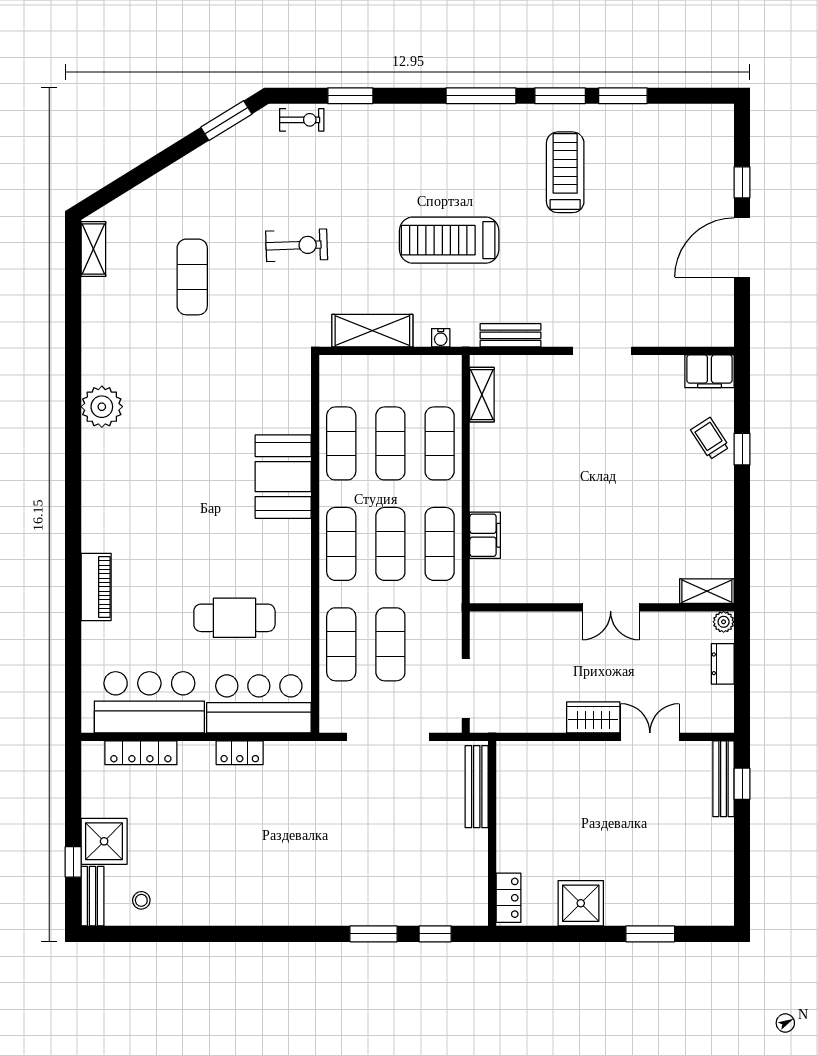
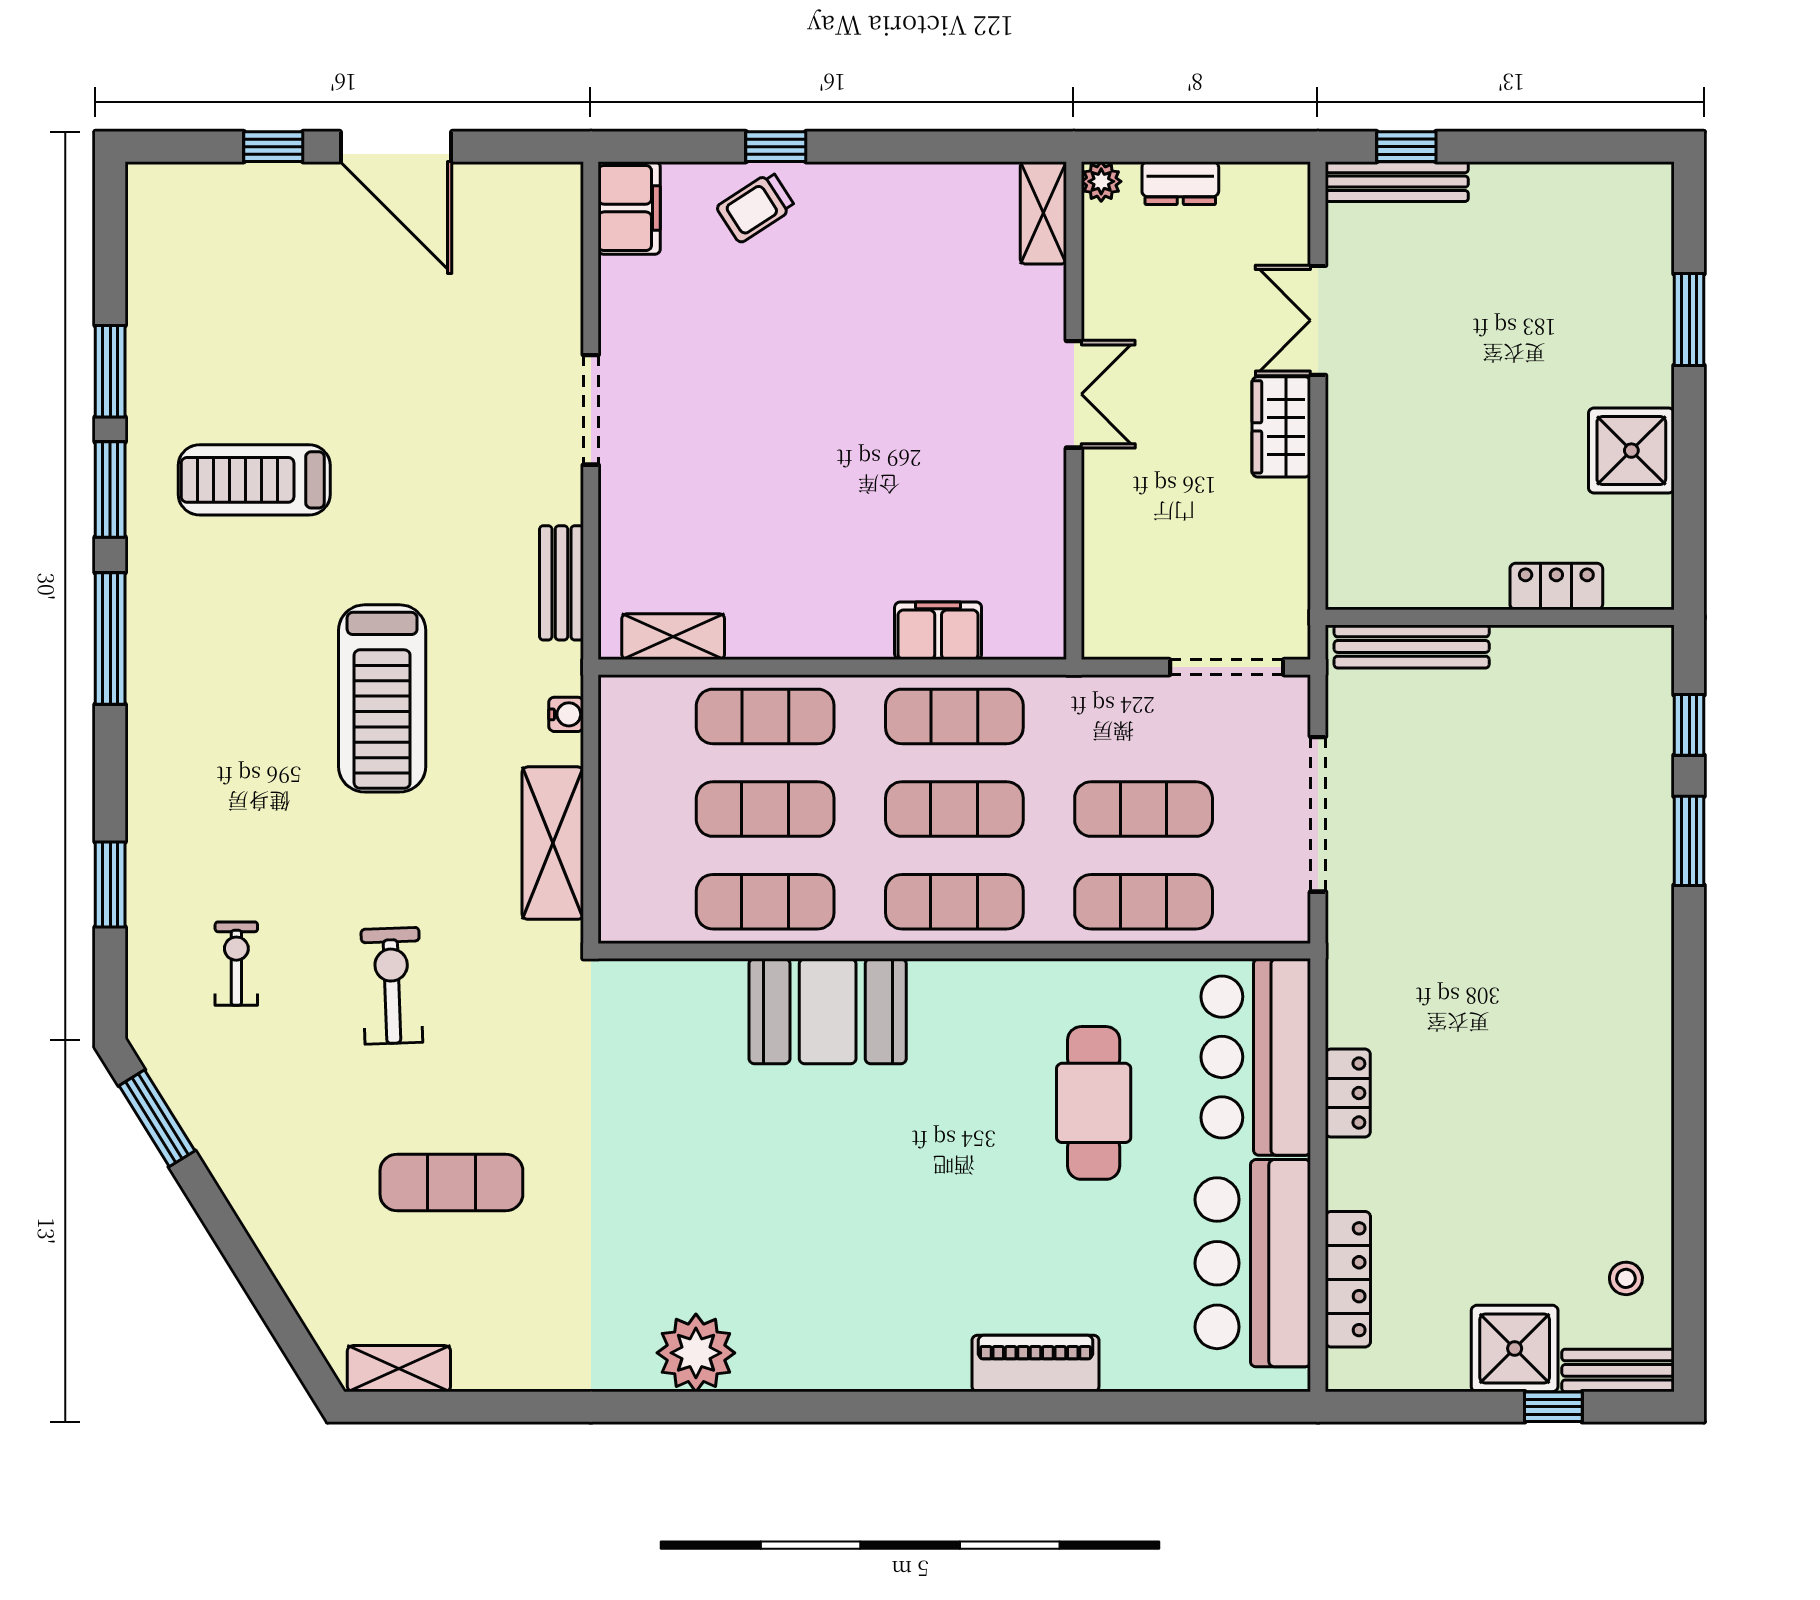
exercise bike: (302, 120) -> (236, 964), moved
locker: (509, 898) -> (1556, 586), moved

